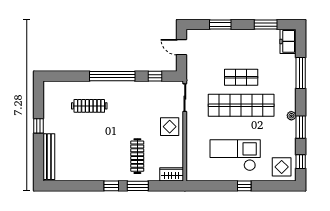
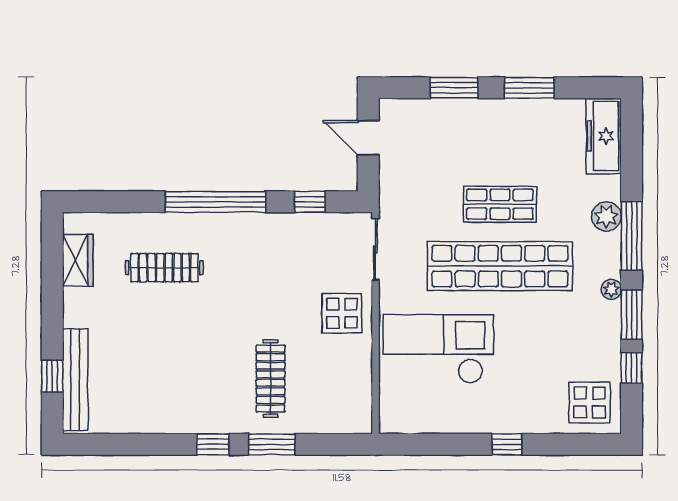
window: (266, 25) -> (529, 88), moved
freezer: (288, 41) -> (604, 136), width x1.40
window: (301, 73) -> (632, 236), moved
plant: (289, 83) -> (606, 216), added
window: (38, 126) -> (52, 376), moved
checkout: (235, 155) -> (438, 349), moved
window: (301, 162) -> (632, 368), moved
wardrobe: (172, 174) -> (78, 260), moved, turned 90

